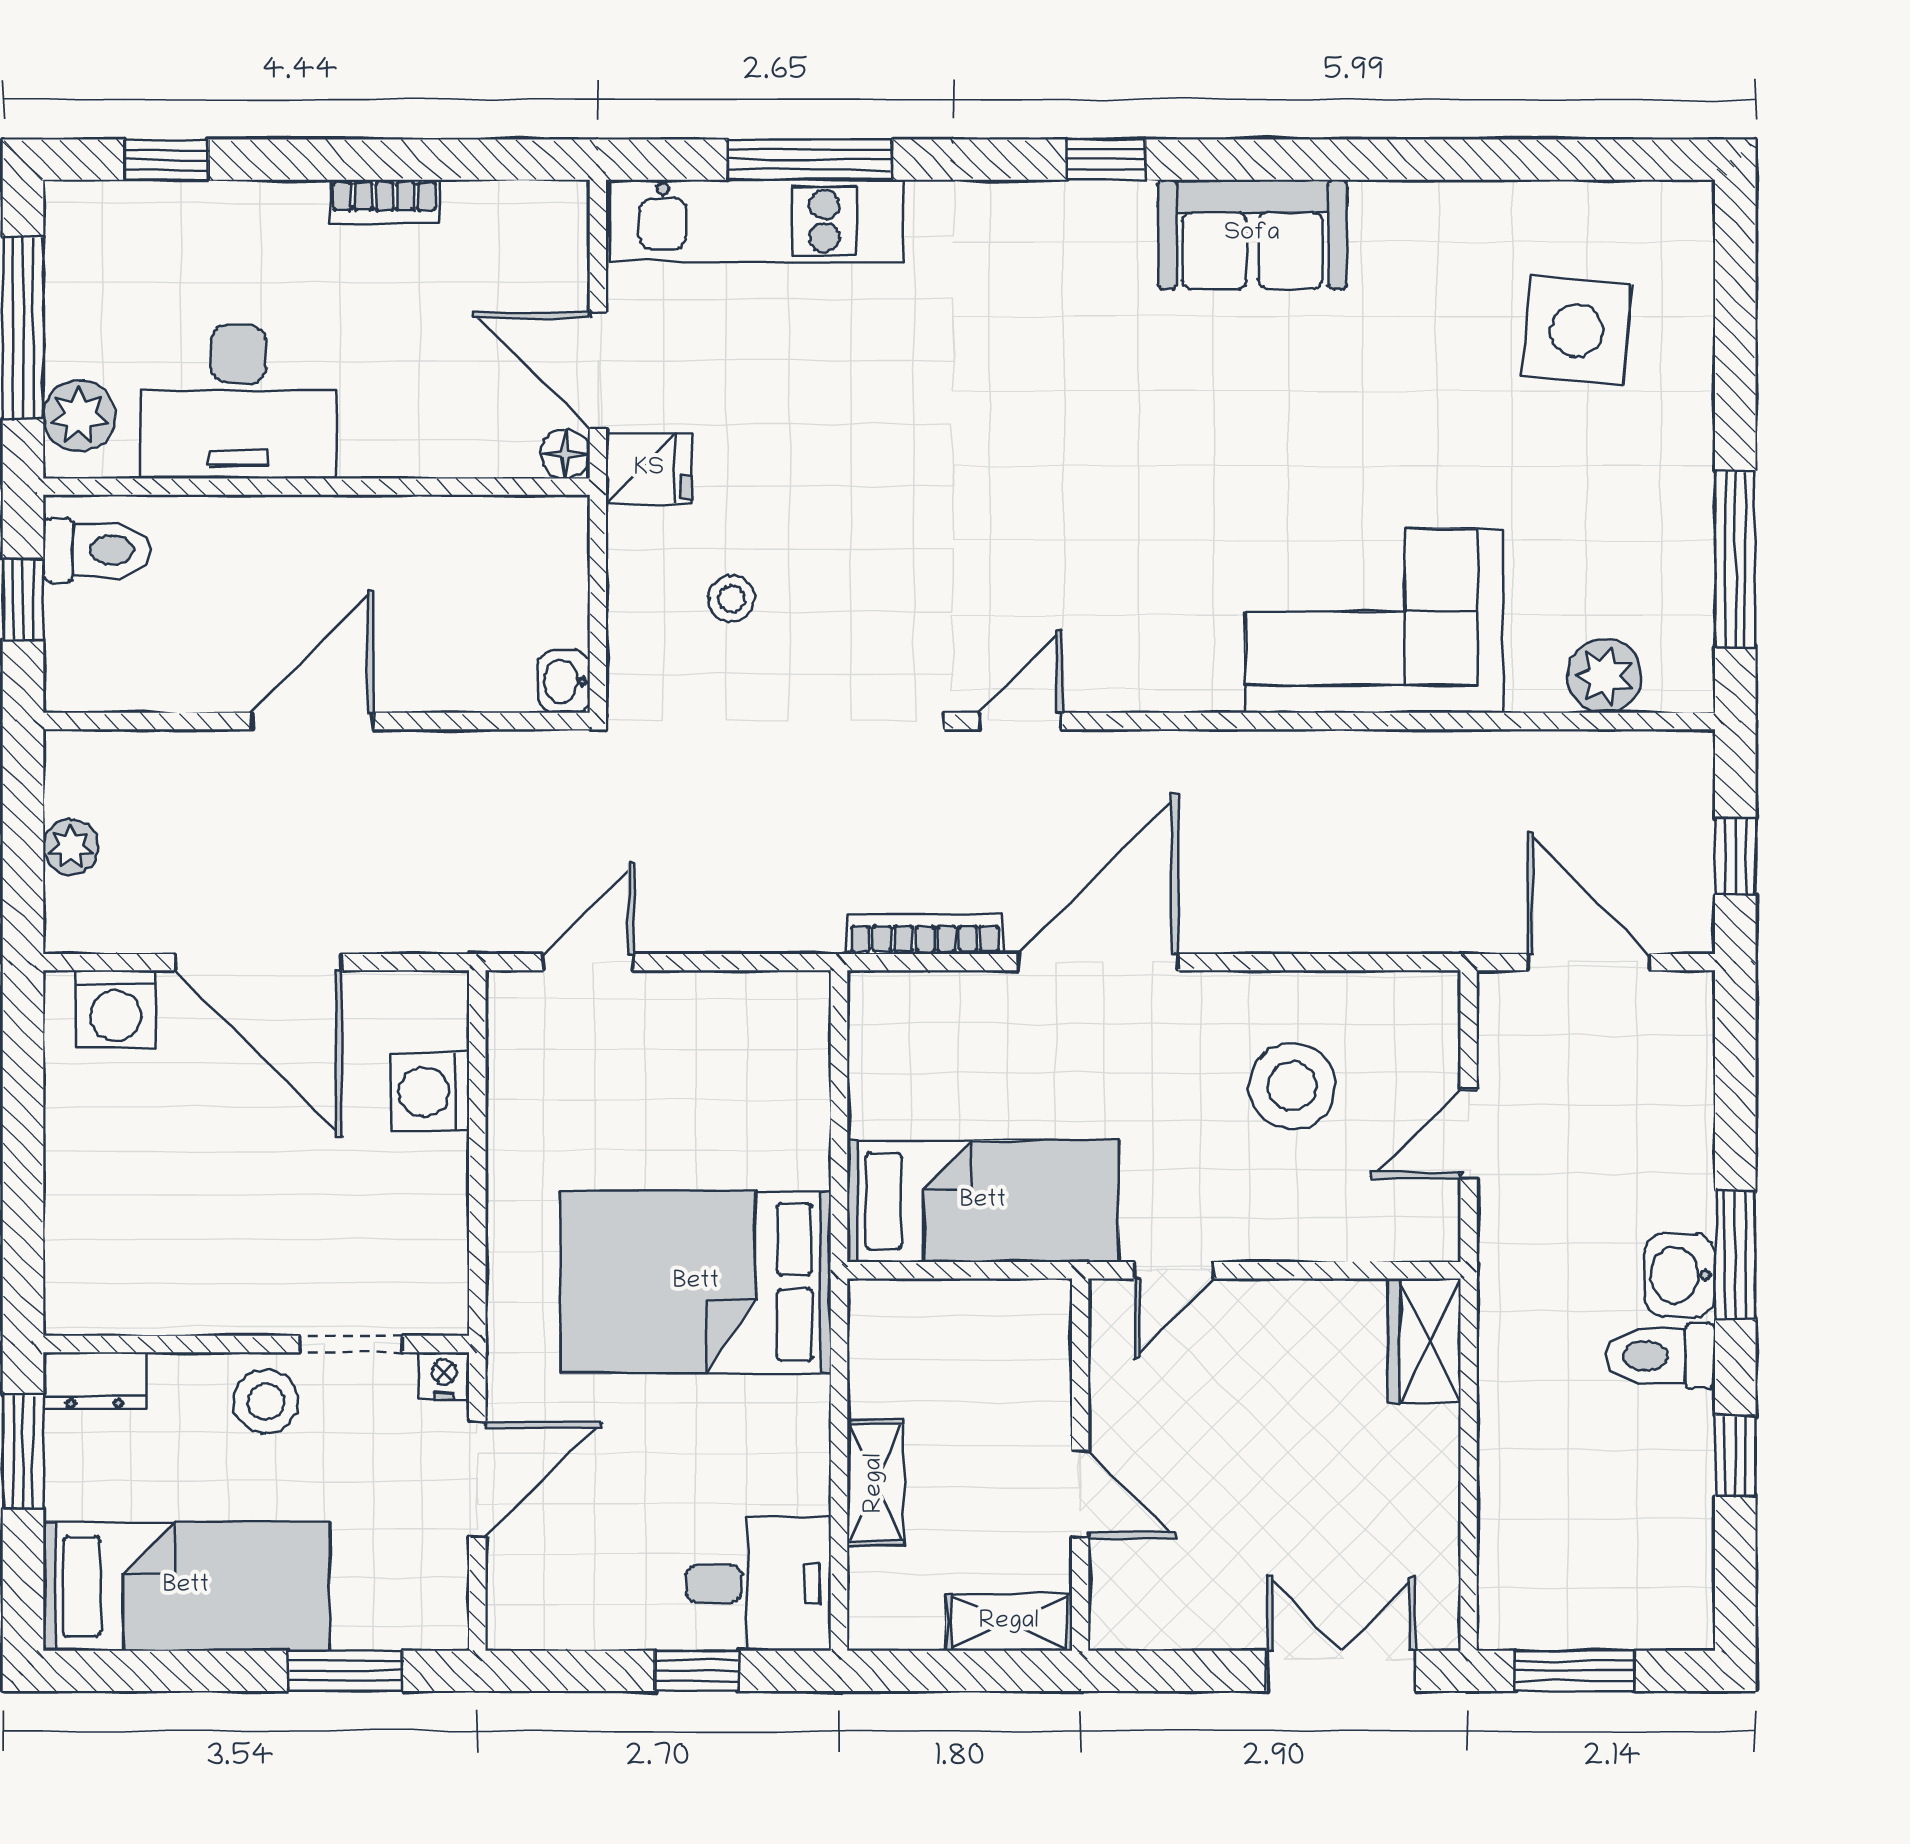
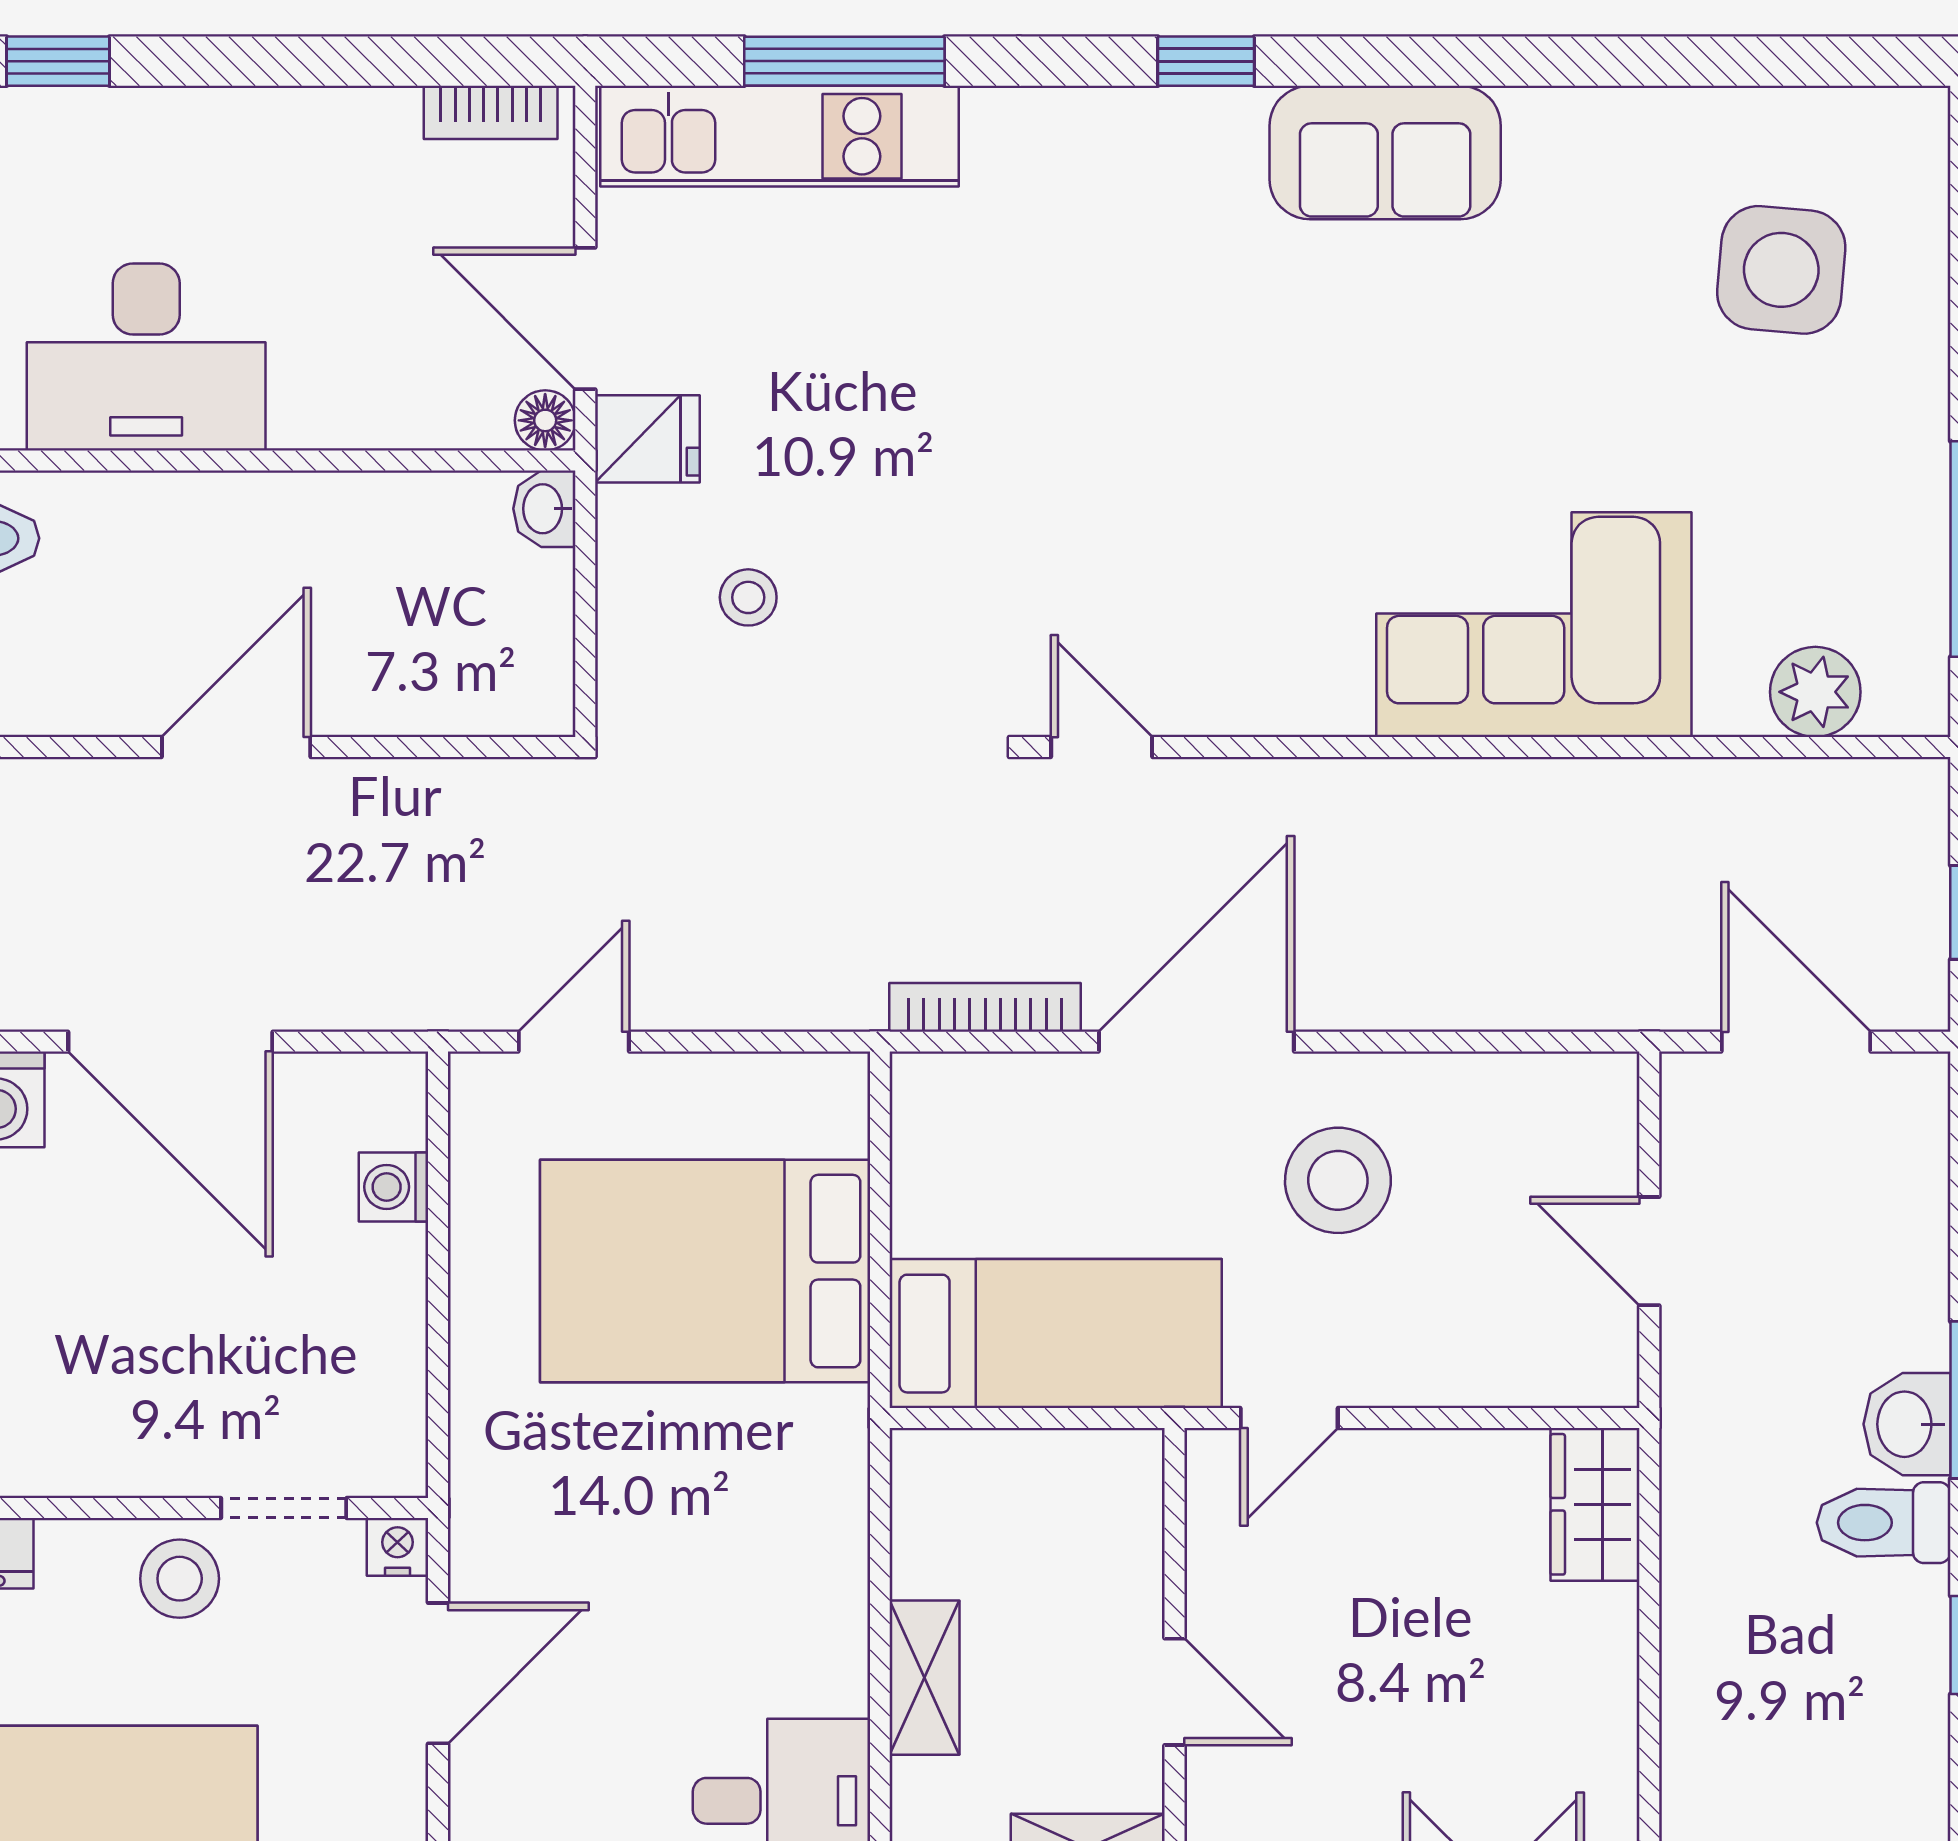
bookcase: (385, 202) -> (491, 112), moved
washbasin: (564, 682) -> (544, 509), moved
door: (1020, 721) -> (1102, 747), hinge flipped
stool: (1292, 1086) -> (1338, 1180), moved
washing machine: (430, 1092) -> (394, 1187), width x0.73, depth x0.73
door: (1469, 1134) -> (1649, 1251), hinge flipped
bed: (696, 1282) -> (705, 1271), moved

